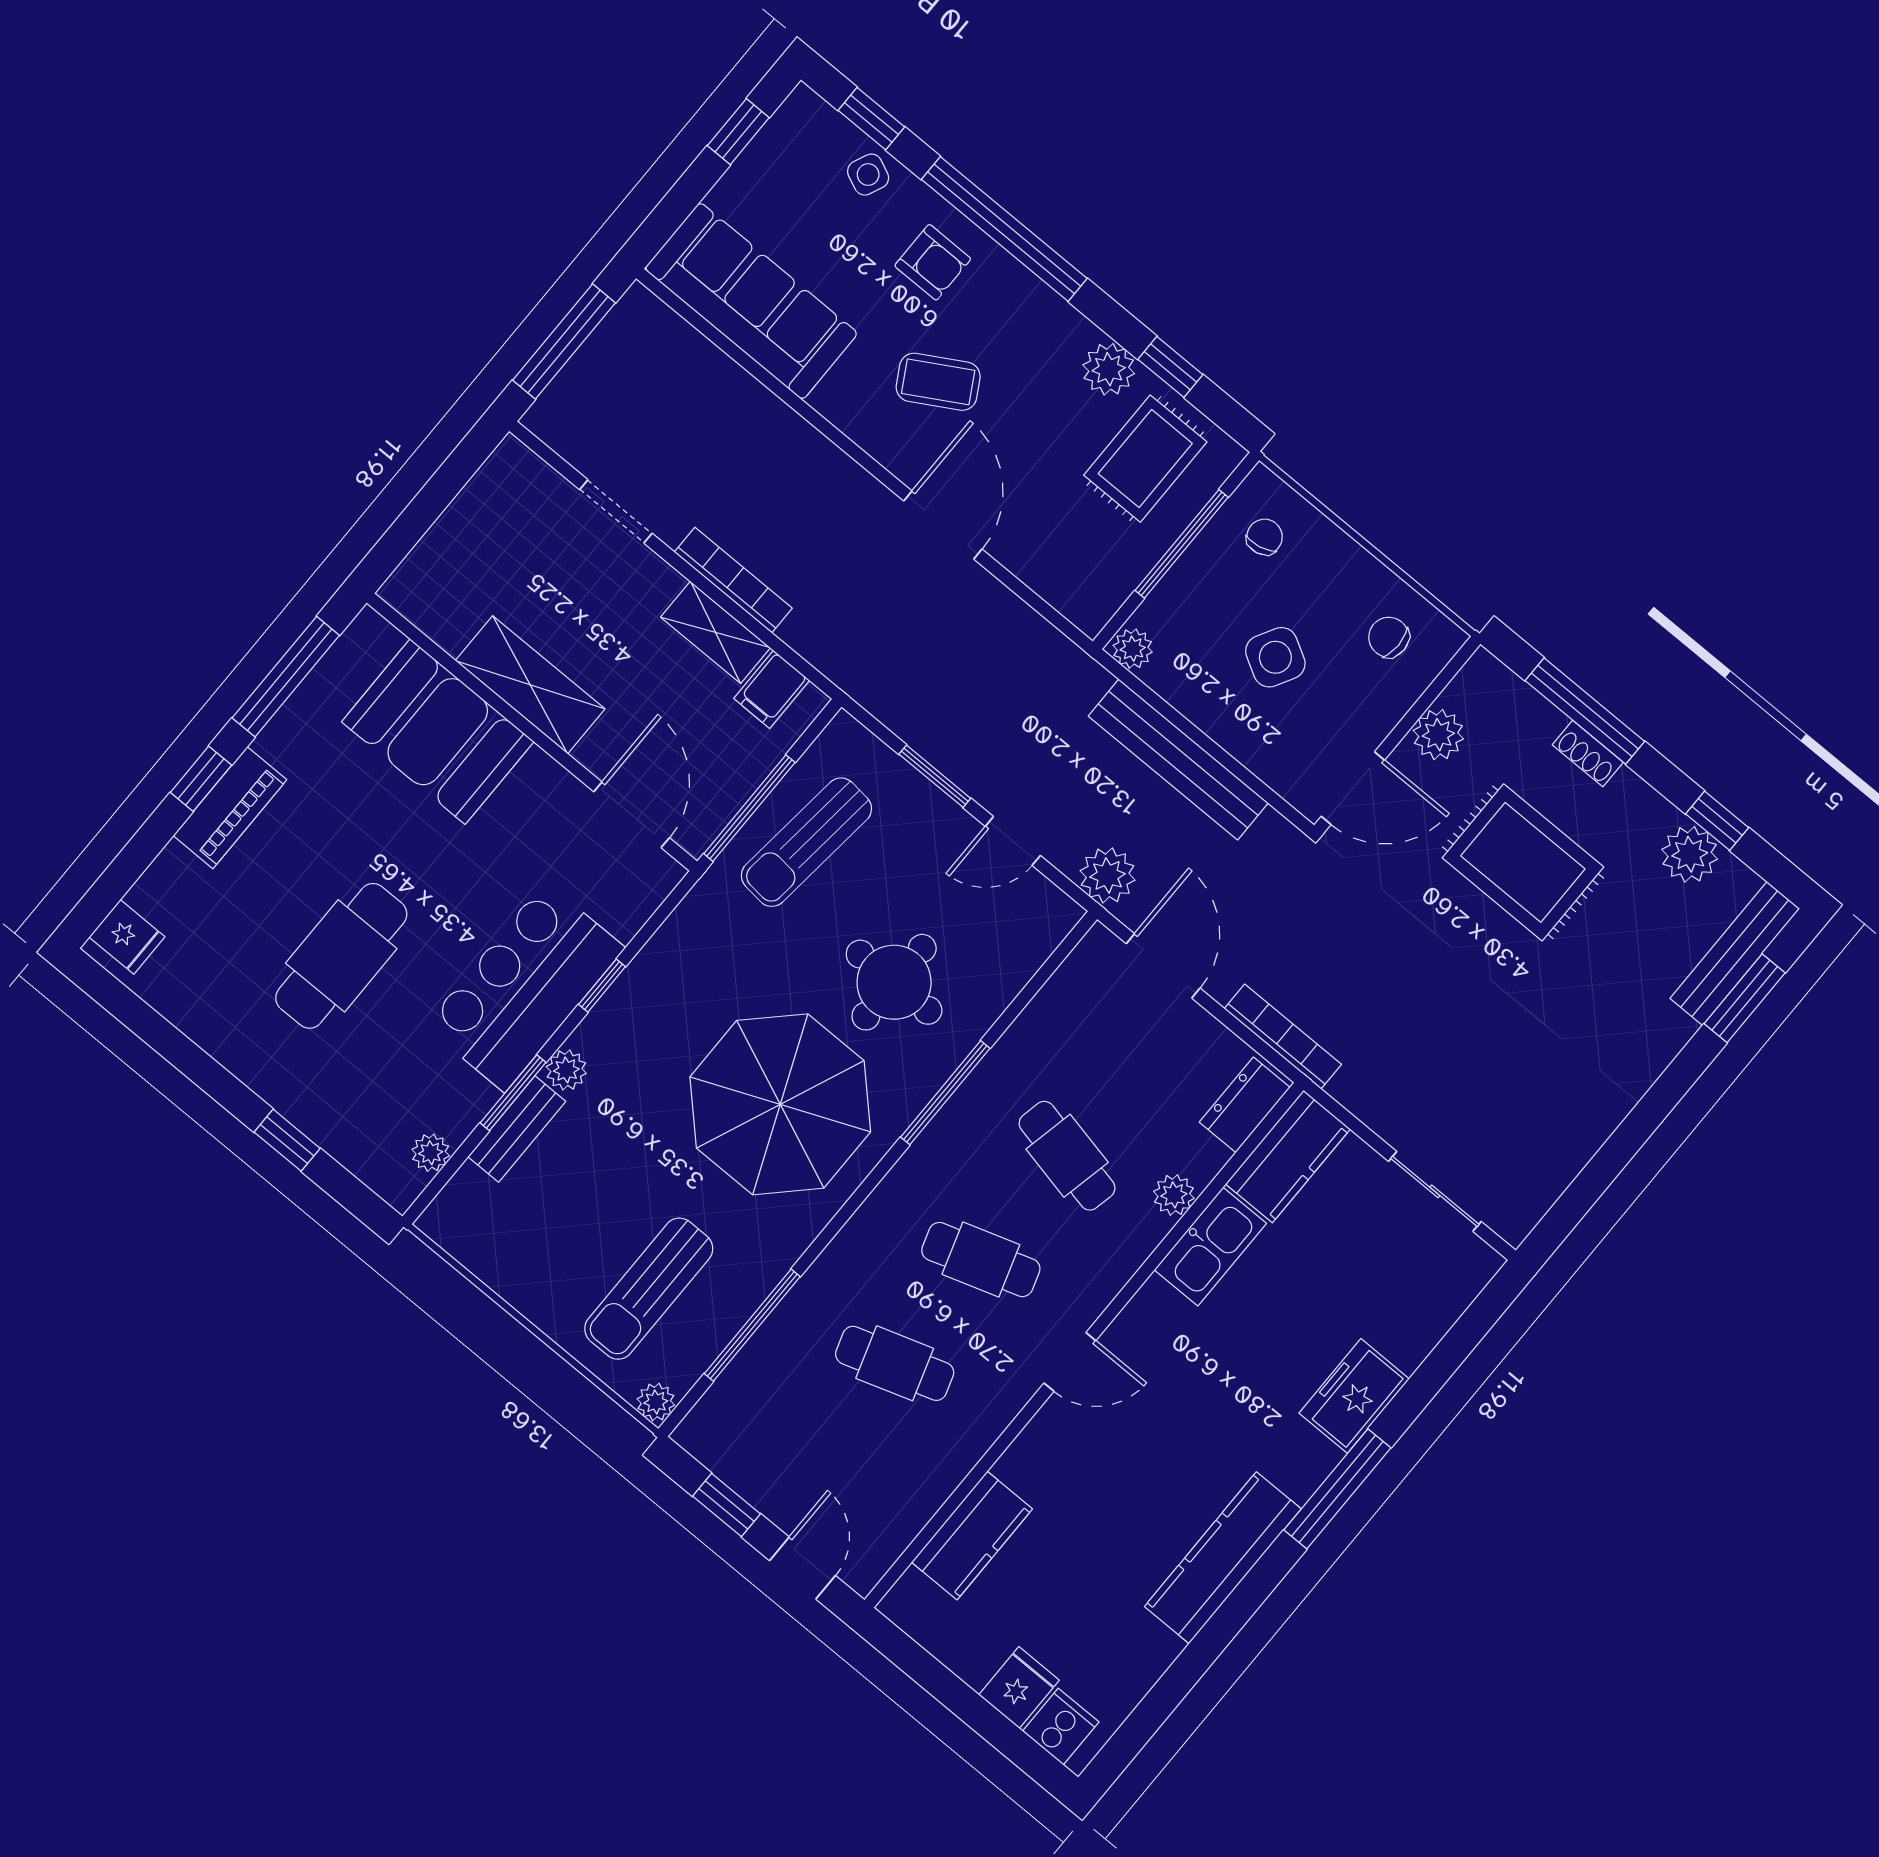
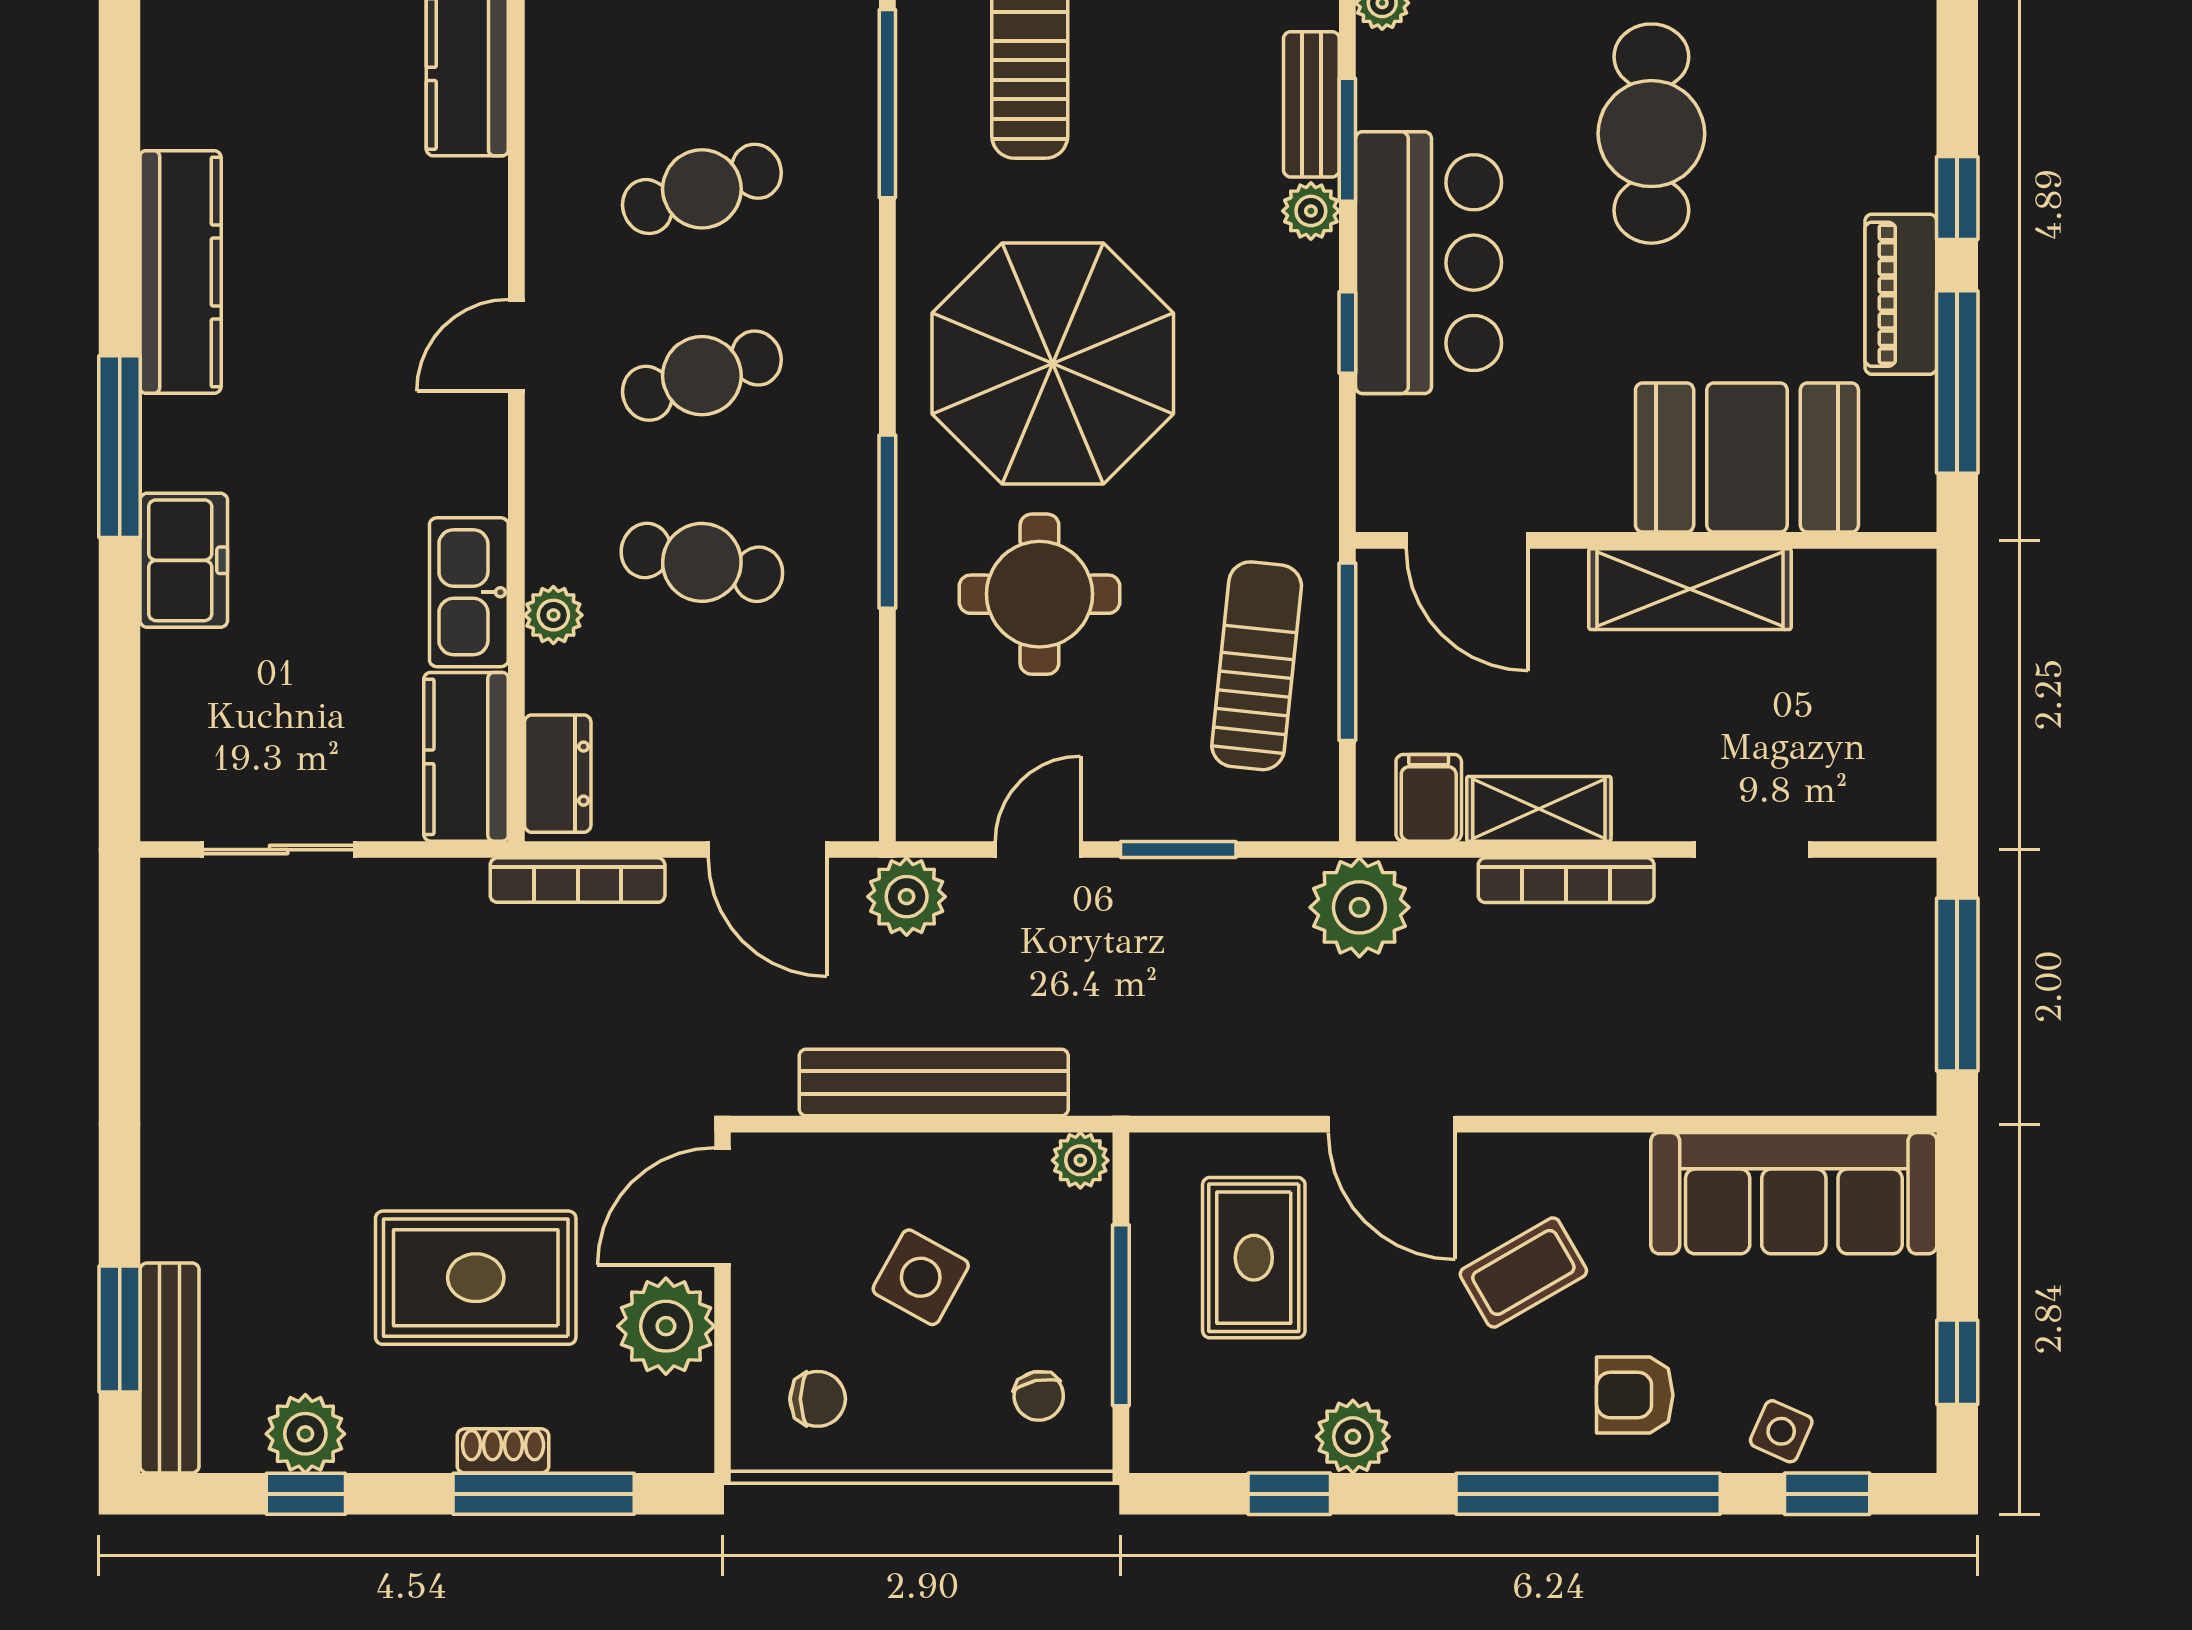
rug: (1145, 459) -> (1254, 1258), moved
plant: (861, 660) -> (1359, 907), added
plant: (1438, 735) -> (666, 1326), width x1.36, depth x1.36
piano: (230, 808) -> (1901, 294), moved

